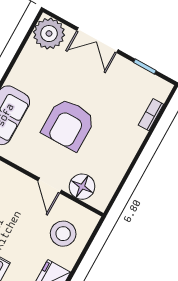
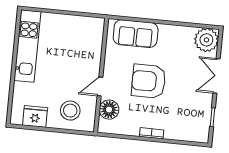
bookcase: (151, 115) -> (152, 133), moved

